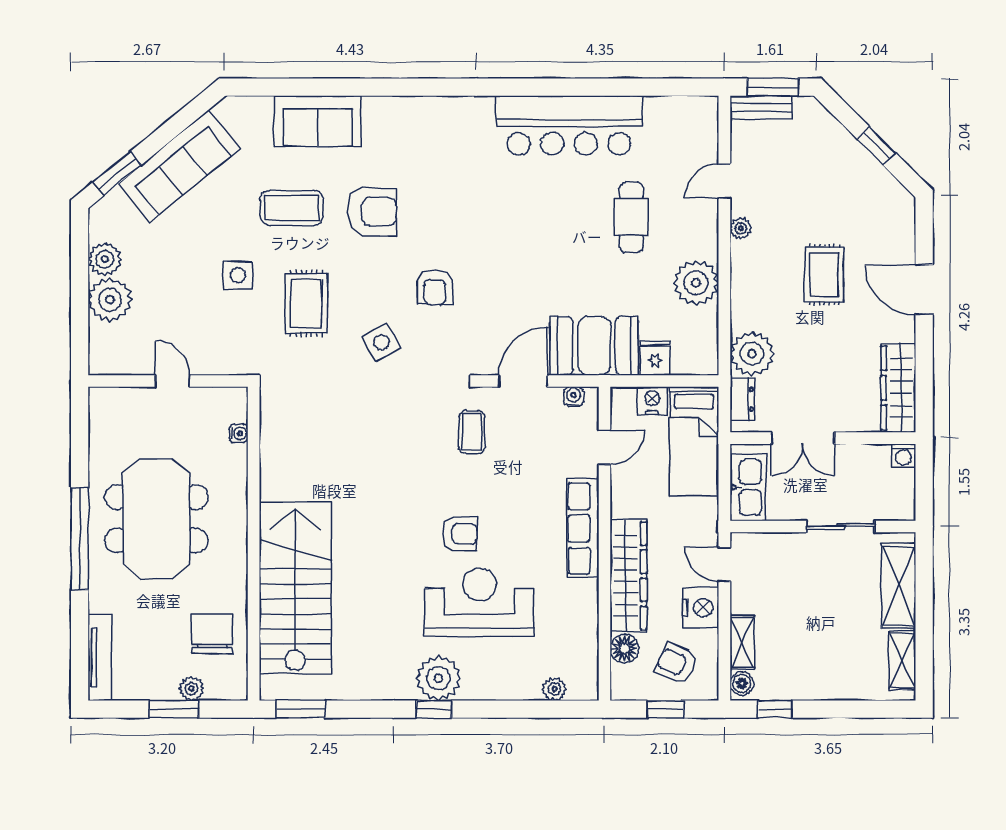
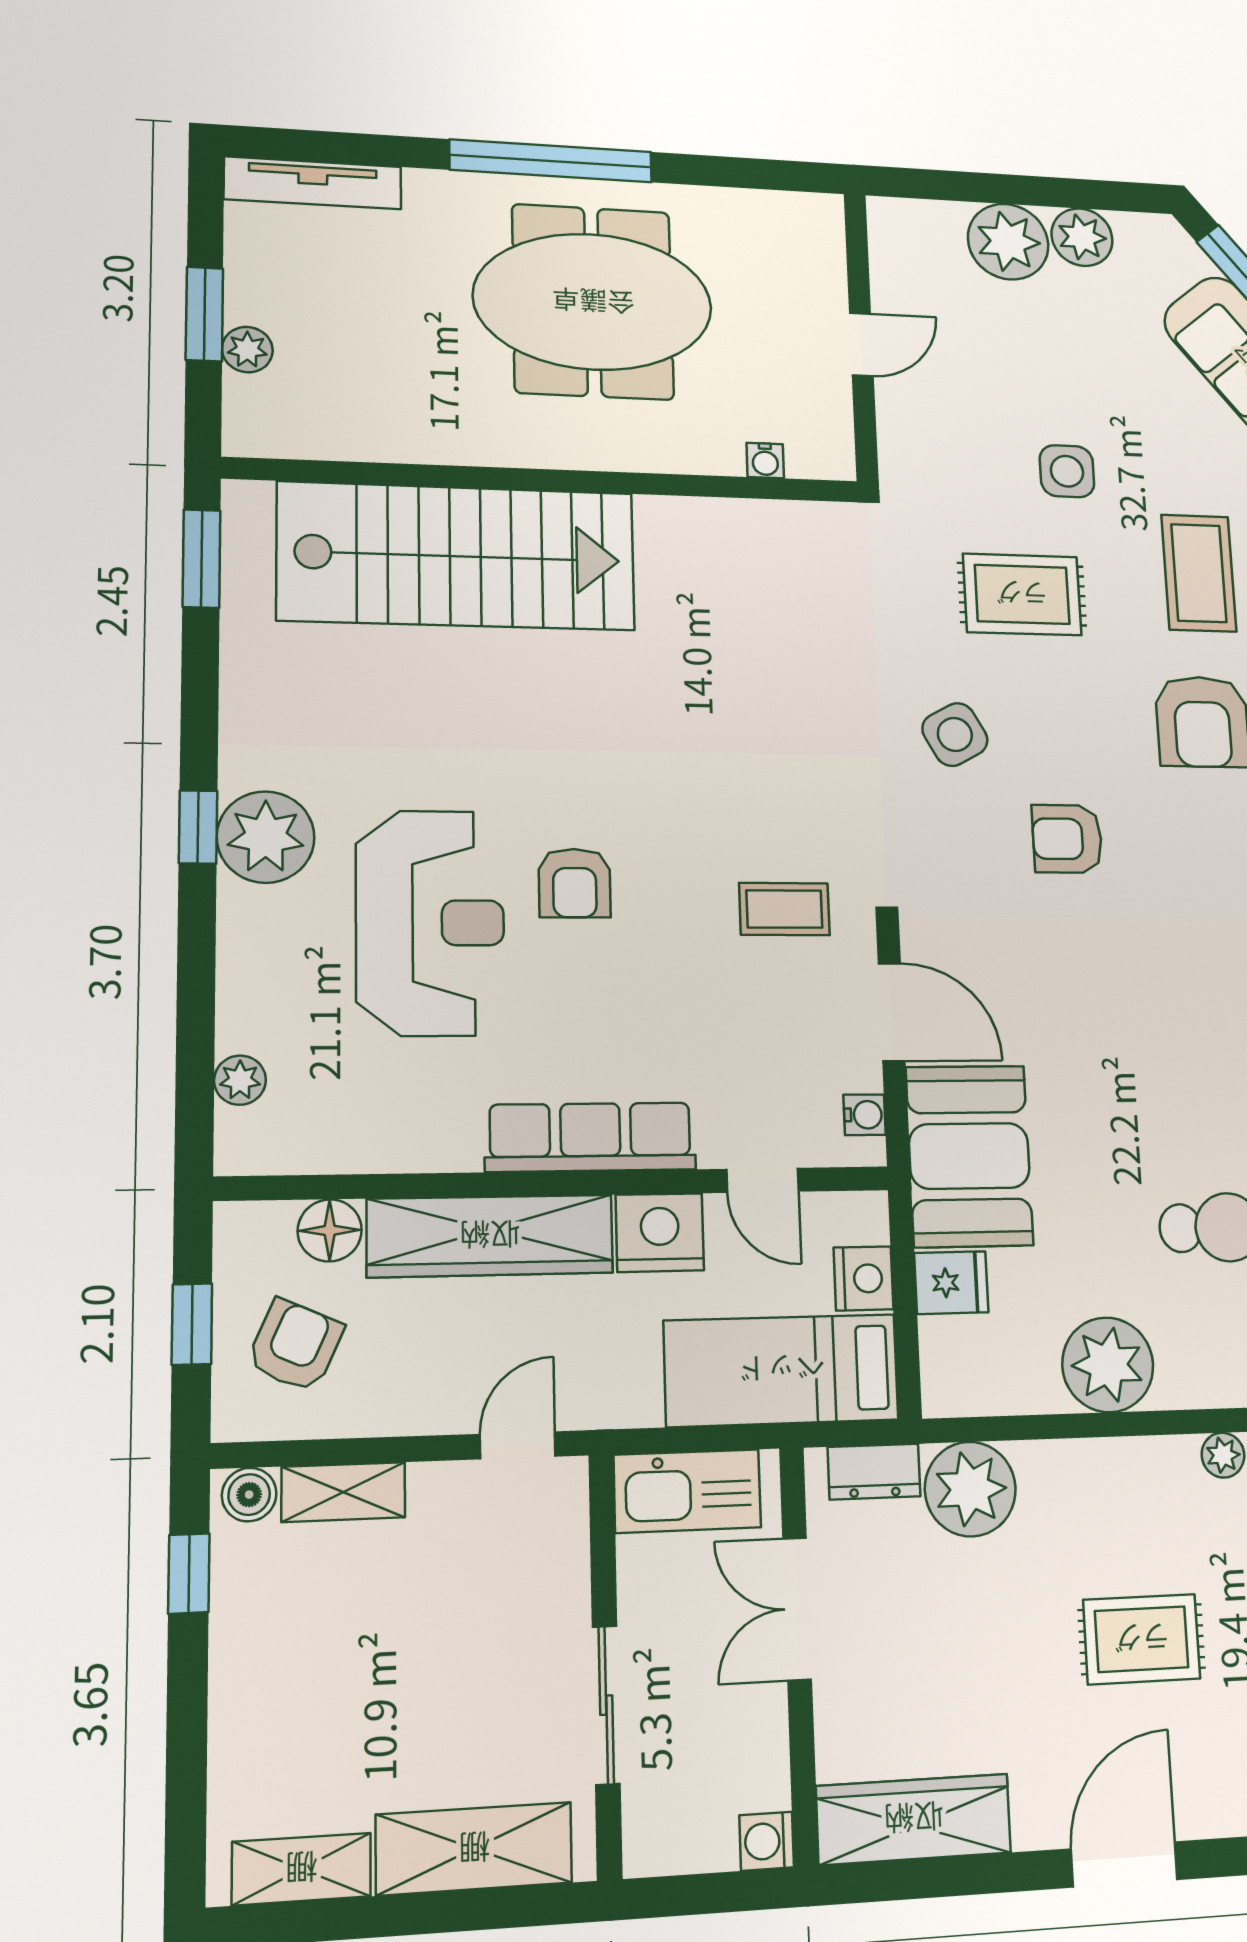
nightstand: (700, 608) -> (660, 1233), moved, turned 180
chair: (212, 634) -> (361, 394), removed

